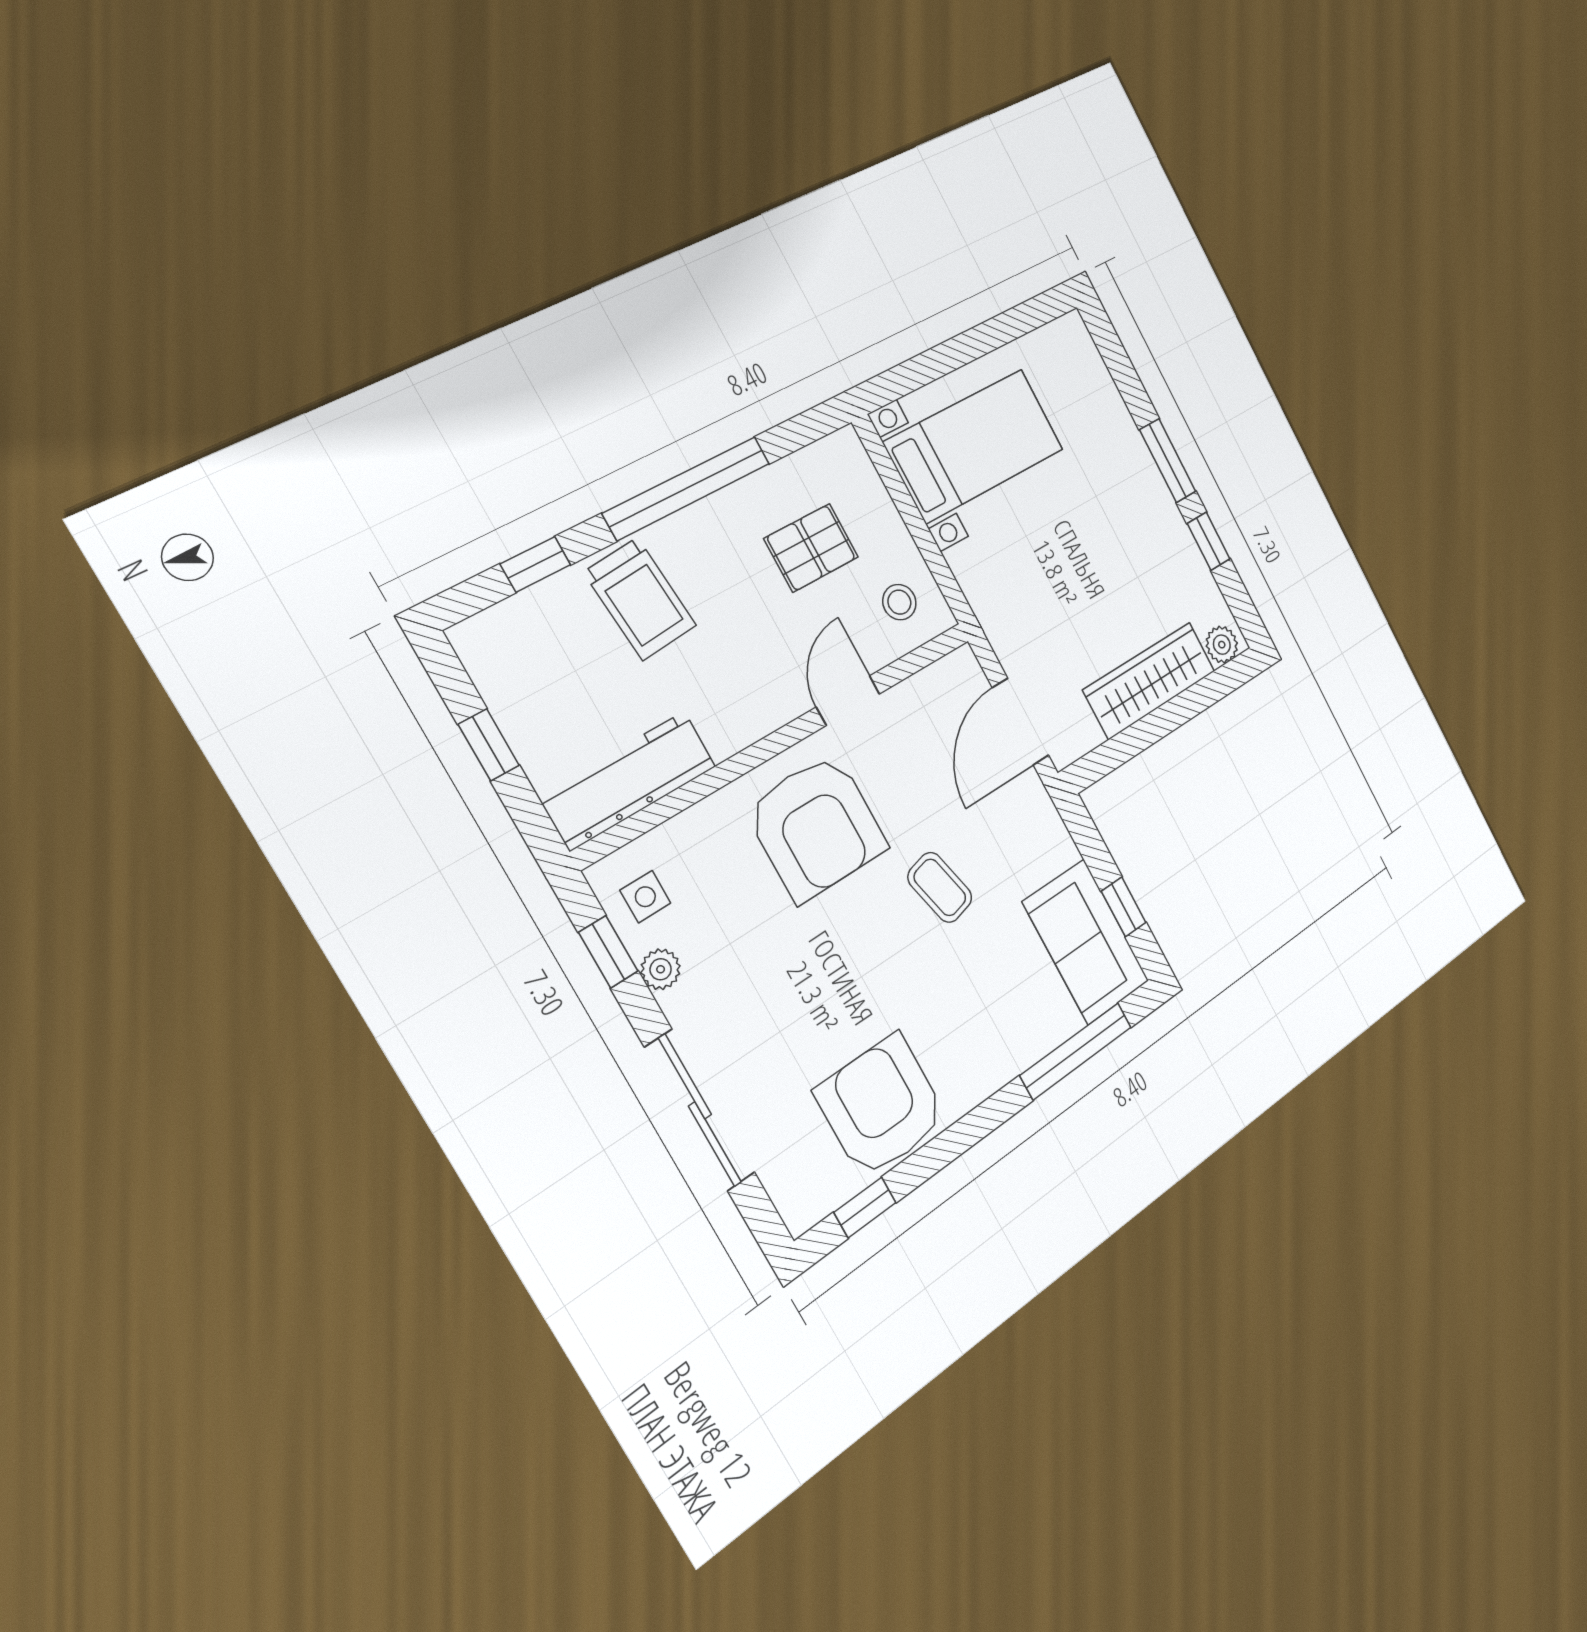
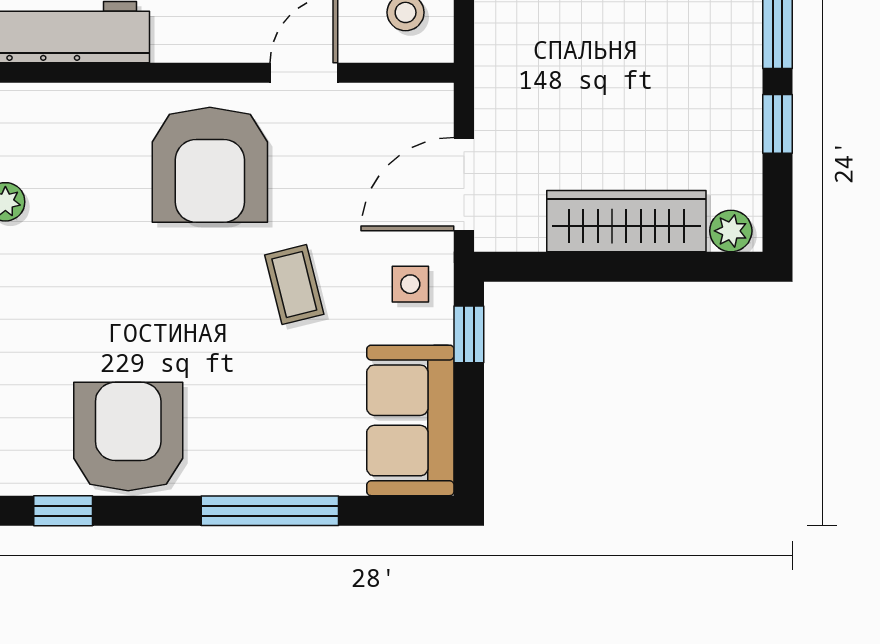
side table: (645, 897) -> (410, 284), moved
window: (1124, 907) -> (469, 334), moved
window: (1076, 1051) -> (270, 511), moved

